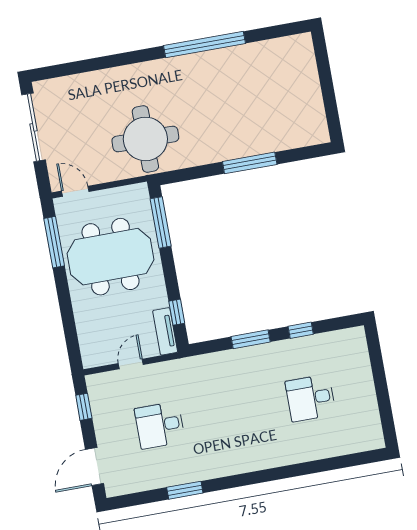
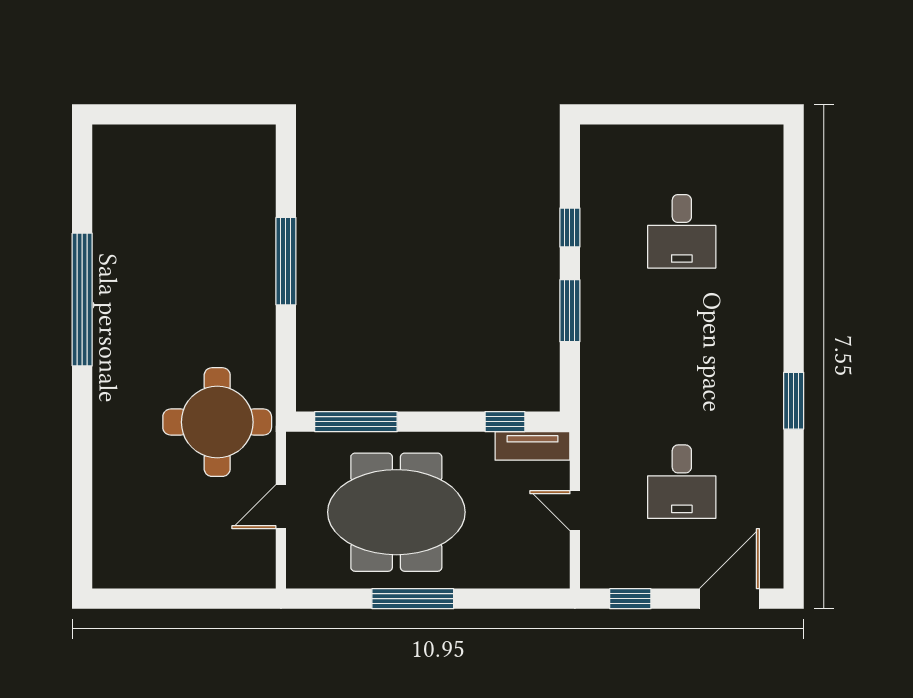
sliding door: (33, 127) -> (166, 599), removed
door: (75, 191) -> (281, 507), moved
window: (54, 242) -> (413, 599), moved
meeting table: (110, 257) -> (396, 512), turned 90
door: (95, 466) -> (729, 599), swing flipped
window: (185, 490) -> (794, 401), moved

